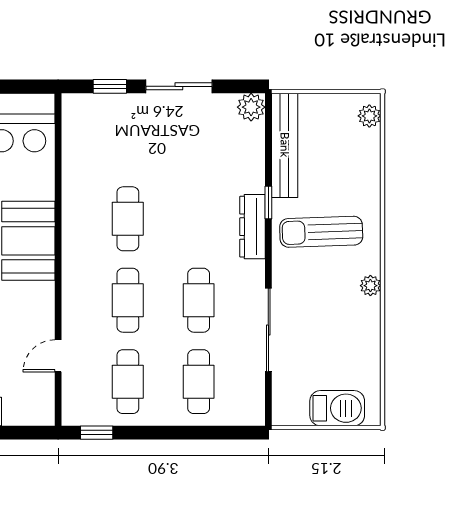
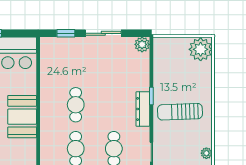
plant: (369, 116) -> (201, 49), width x1.88, depth x1.88
bench: (285, 145) -> (160, 65), removed
plant: (370, 286) -> (206, 153), moved

